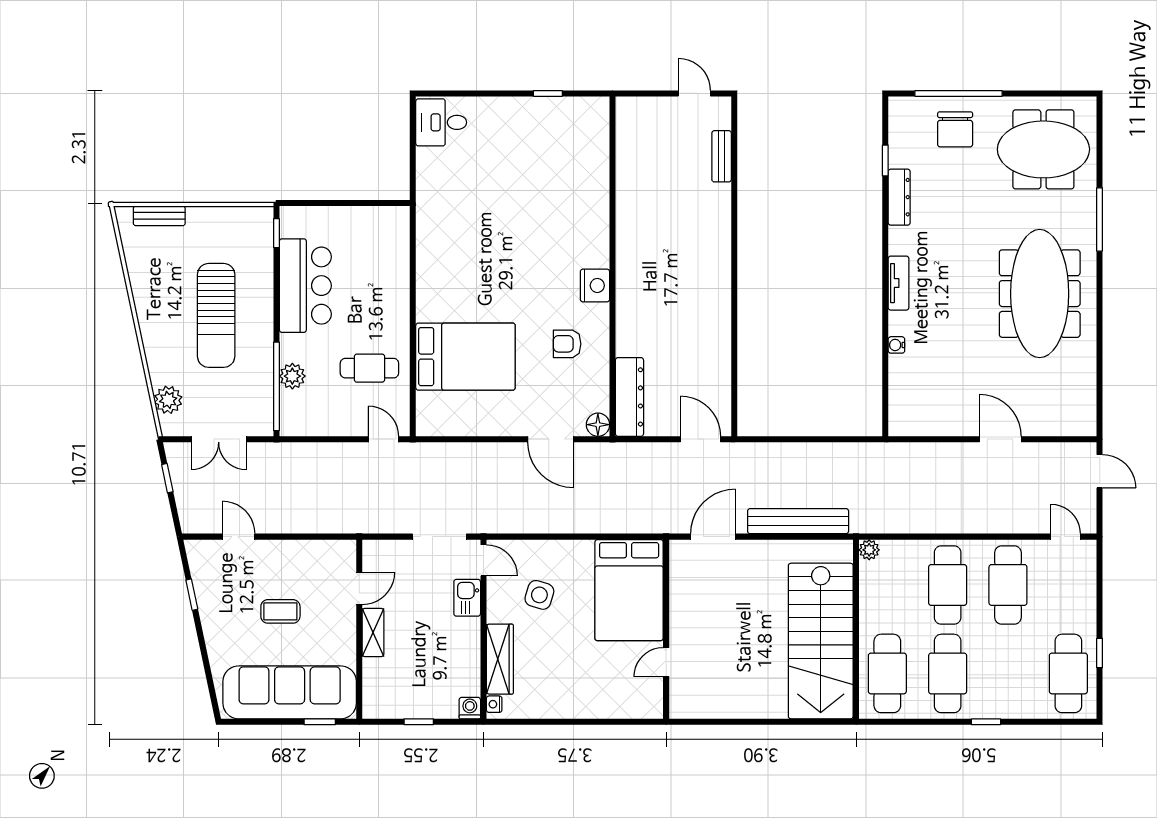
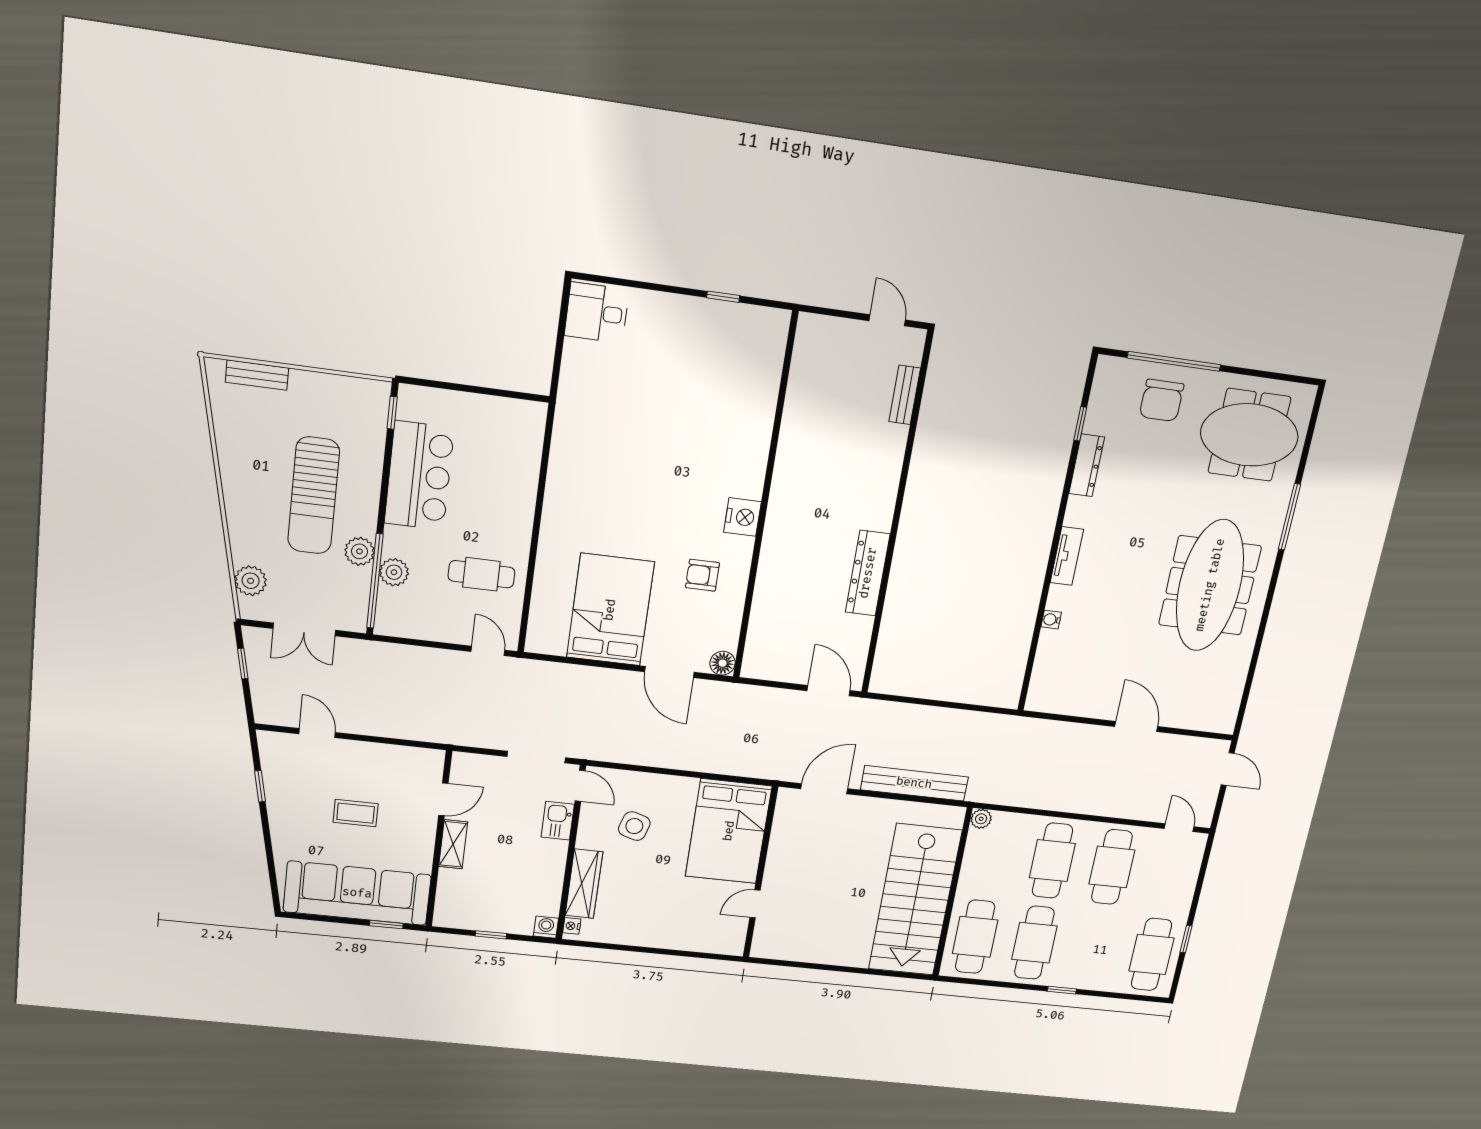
bed: (465, 357) -> (610, 610), moved, turned -90
plant: (260, 361) -> (359, 551), added
dresser: (629, 397) -> (868, 573), moved, turned 180

